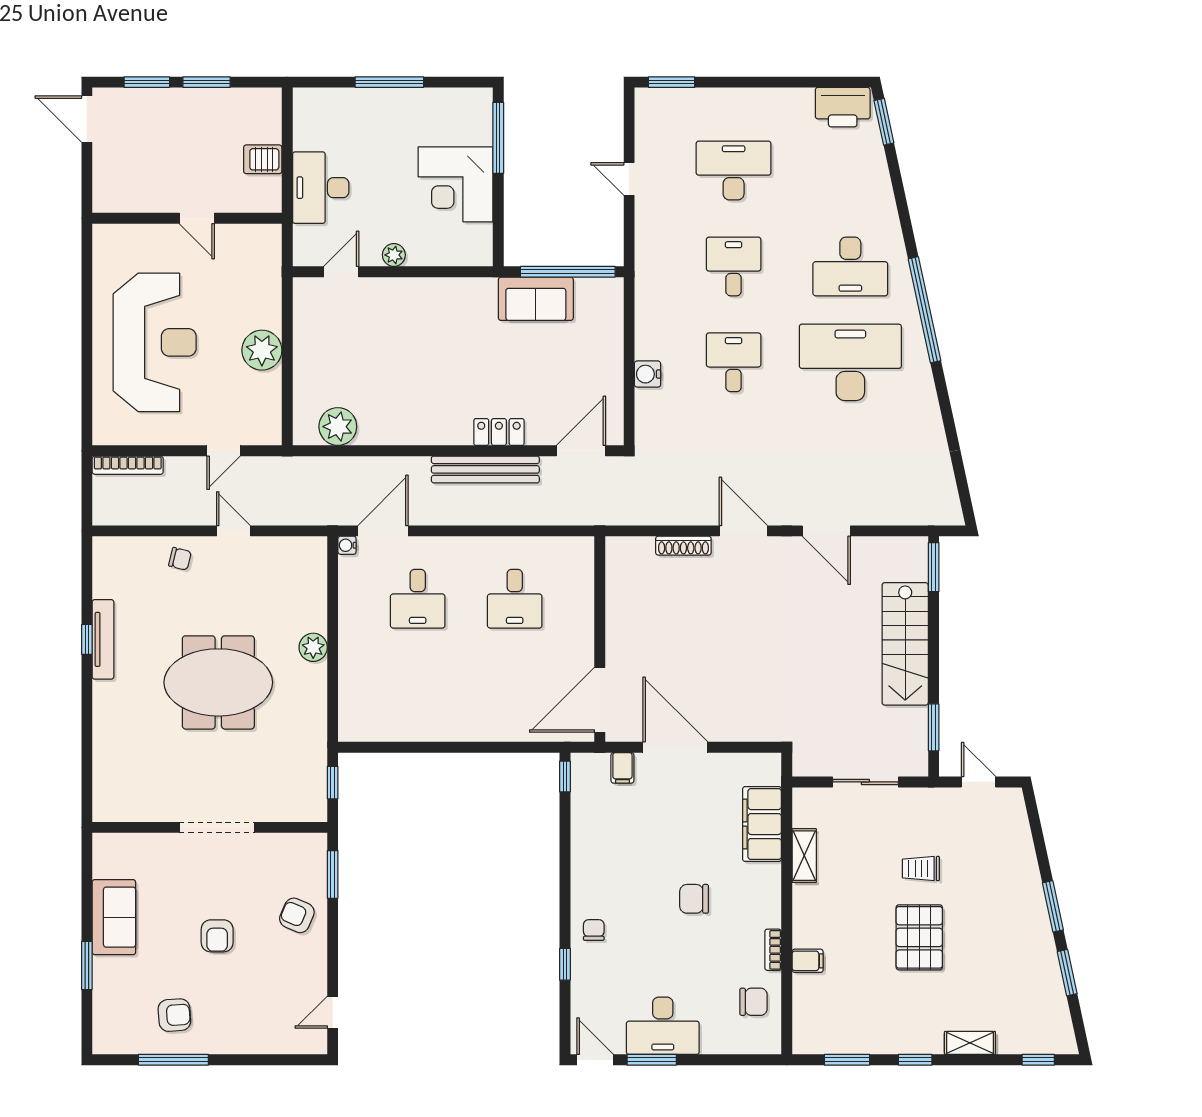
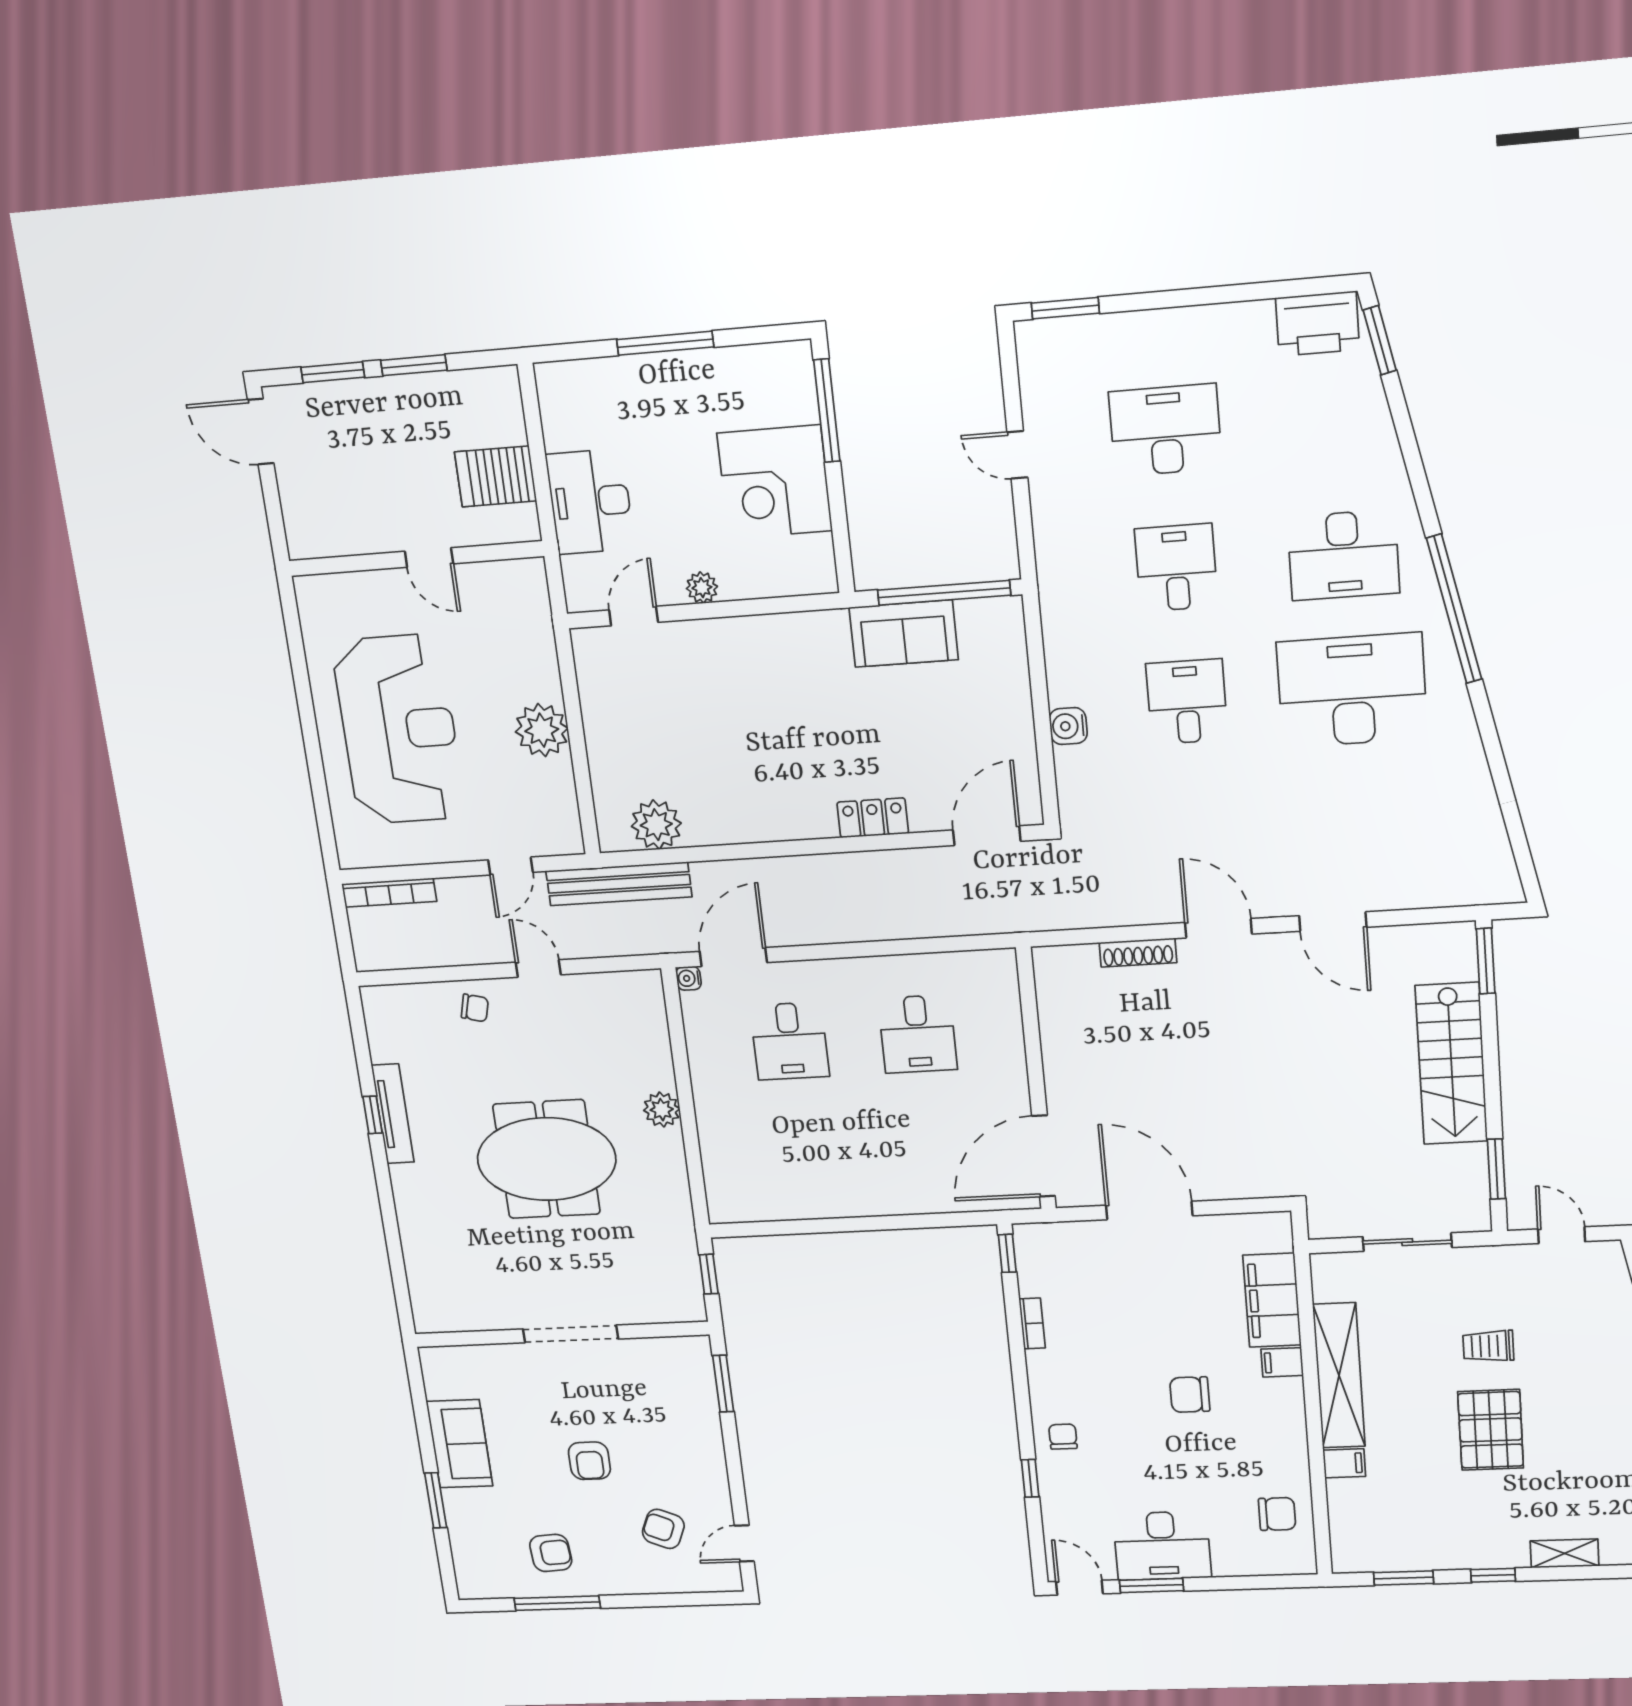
server rack: (263, 159) -> (496, 476), width x1.36, depth x1.44
bench: (485, 469) -> (619, 884), moved
filing cabinet: (622, 768) -> (1282, 1362), moved, turned 90
shelving: (804, 856) -> (1339, 1376), width x2.20, depth x1.33
armchair: (297, 915) -> (663, 1529), moved
bookcase: (773, 950) -> (1032, 1323), moved, turned 180

